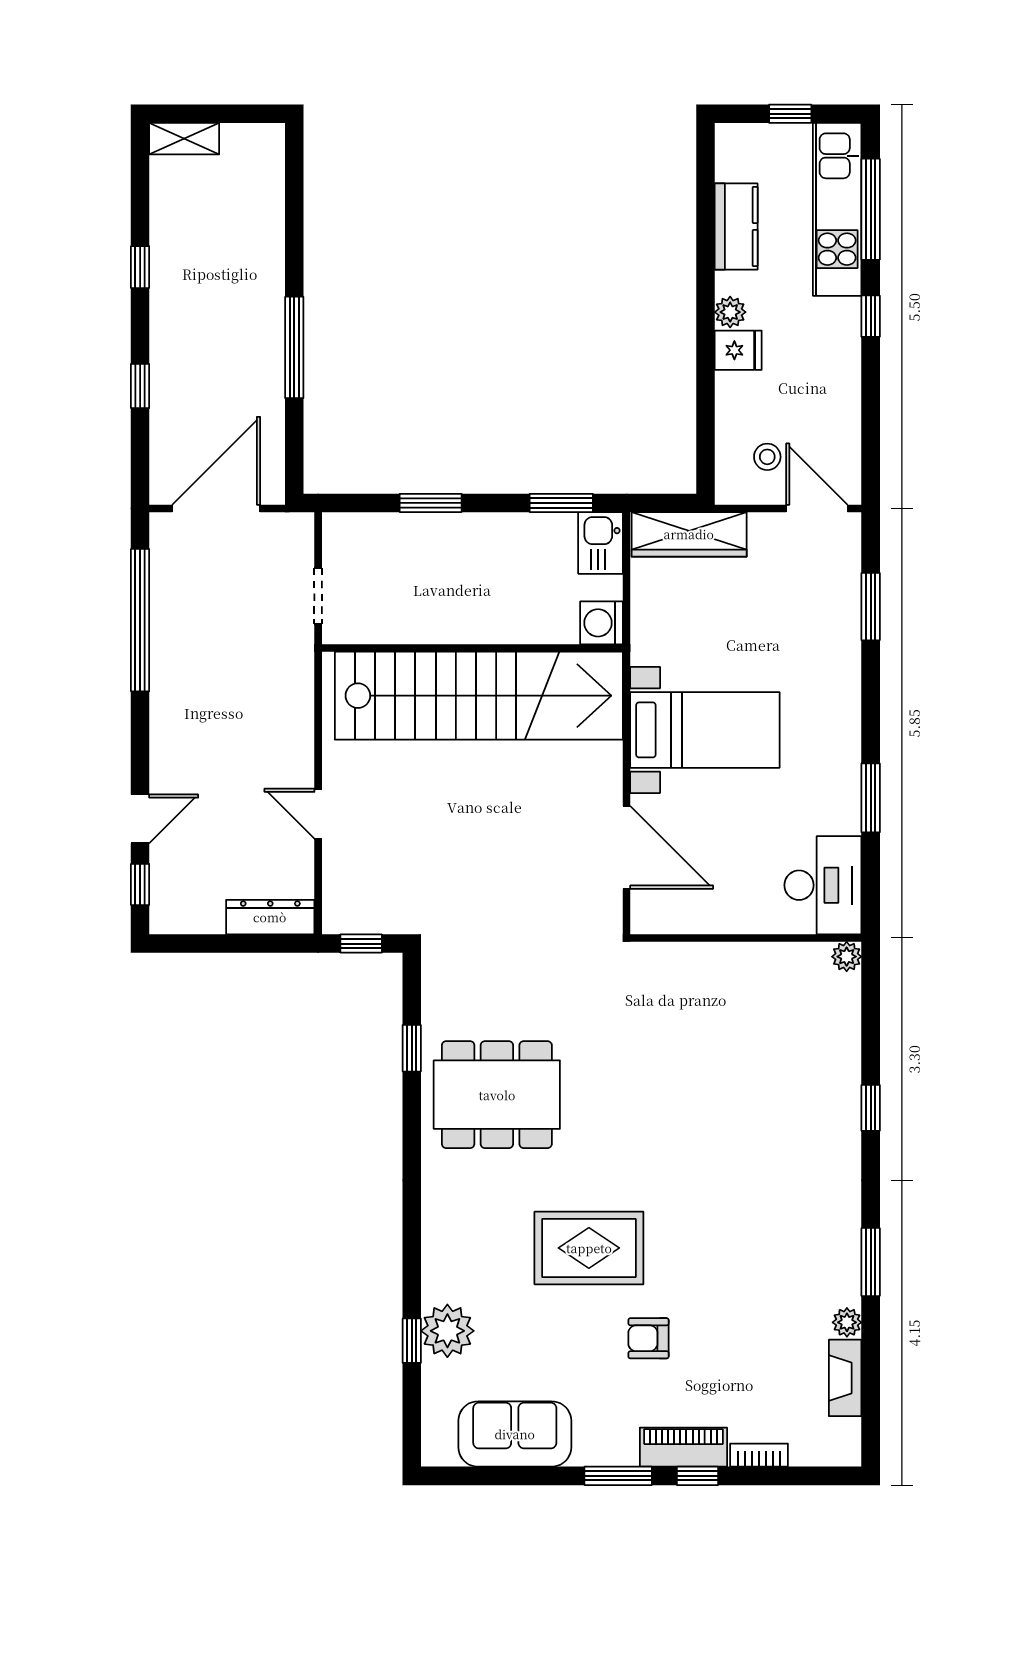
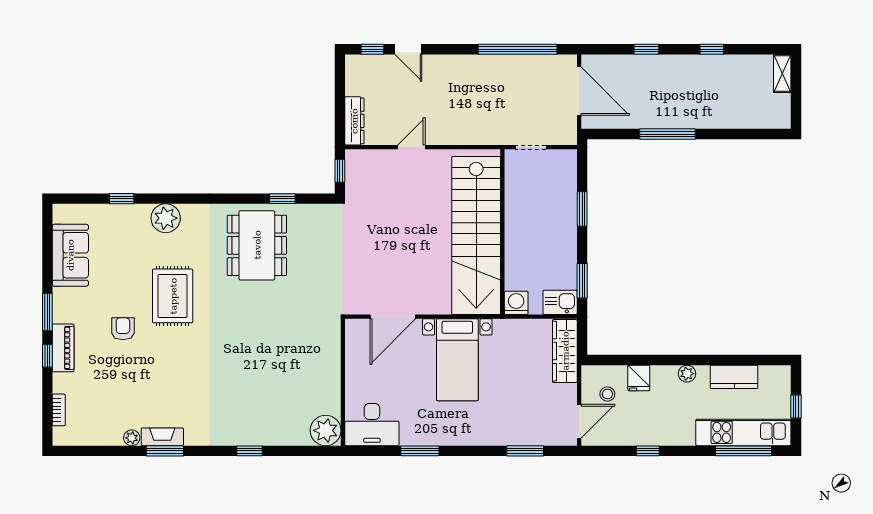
window: (871, 316) -> (648, 451), moved
fridge: (738, 350) -> (639, 378), moved
plant: (847, 957) -> (326, 430), width x1.87, depth x1.87
plant: (447, 1331) -> (166, 218), moved
fireplace: (845, 1378) -> (162, 437), moved
bookcase: (759, 1455) -> (59, 410), moved

